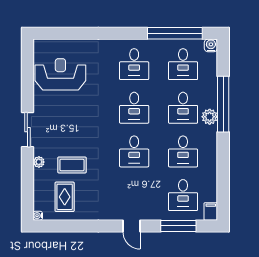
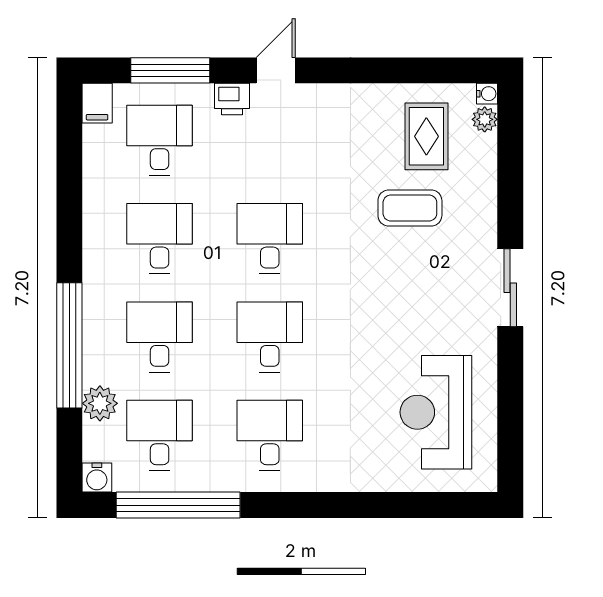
reception desk: (60, 74) -> (436, 412), turned 90
plant: (210, 117) -> (100, 403), moved
plant: (39, 162) -> (485, 119), moved
printer: (151, 213) -> (232, 99), added
door: (132, 226) -> (276, 70), hinge flipped

